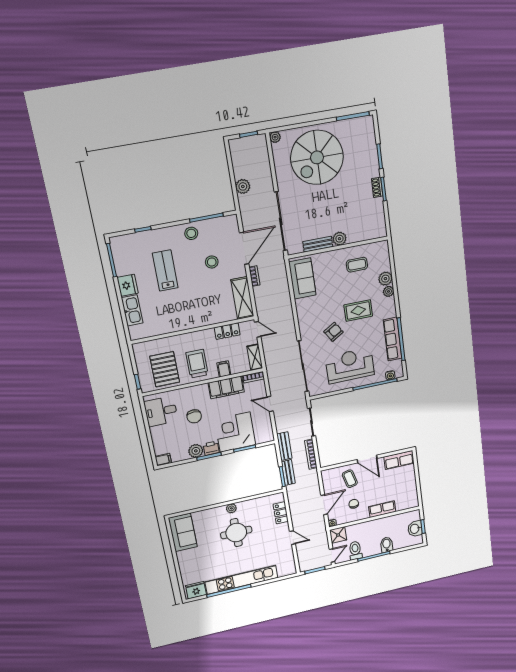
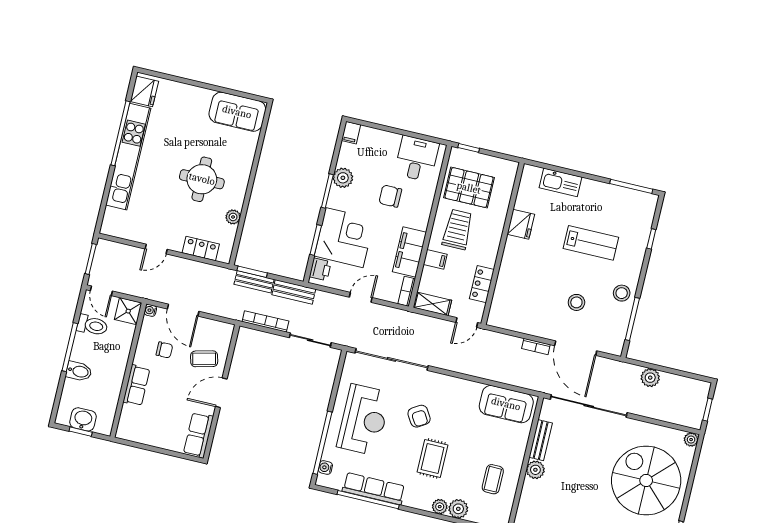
fridge: (128, 285) -> (521, 224), moved, turned -90
shelving: (242, 298) -> (515, 320), removed
trolley: (197, 364) -> (458, 229), turned -90
printer: (211, 448) -> (320, 269), moved
plant: (231, 508) -> (233, 217), moved

